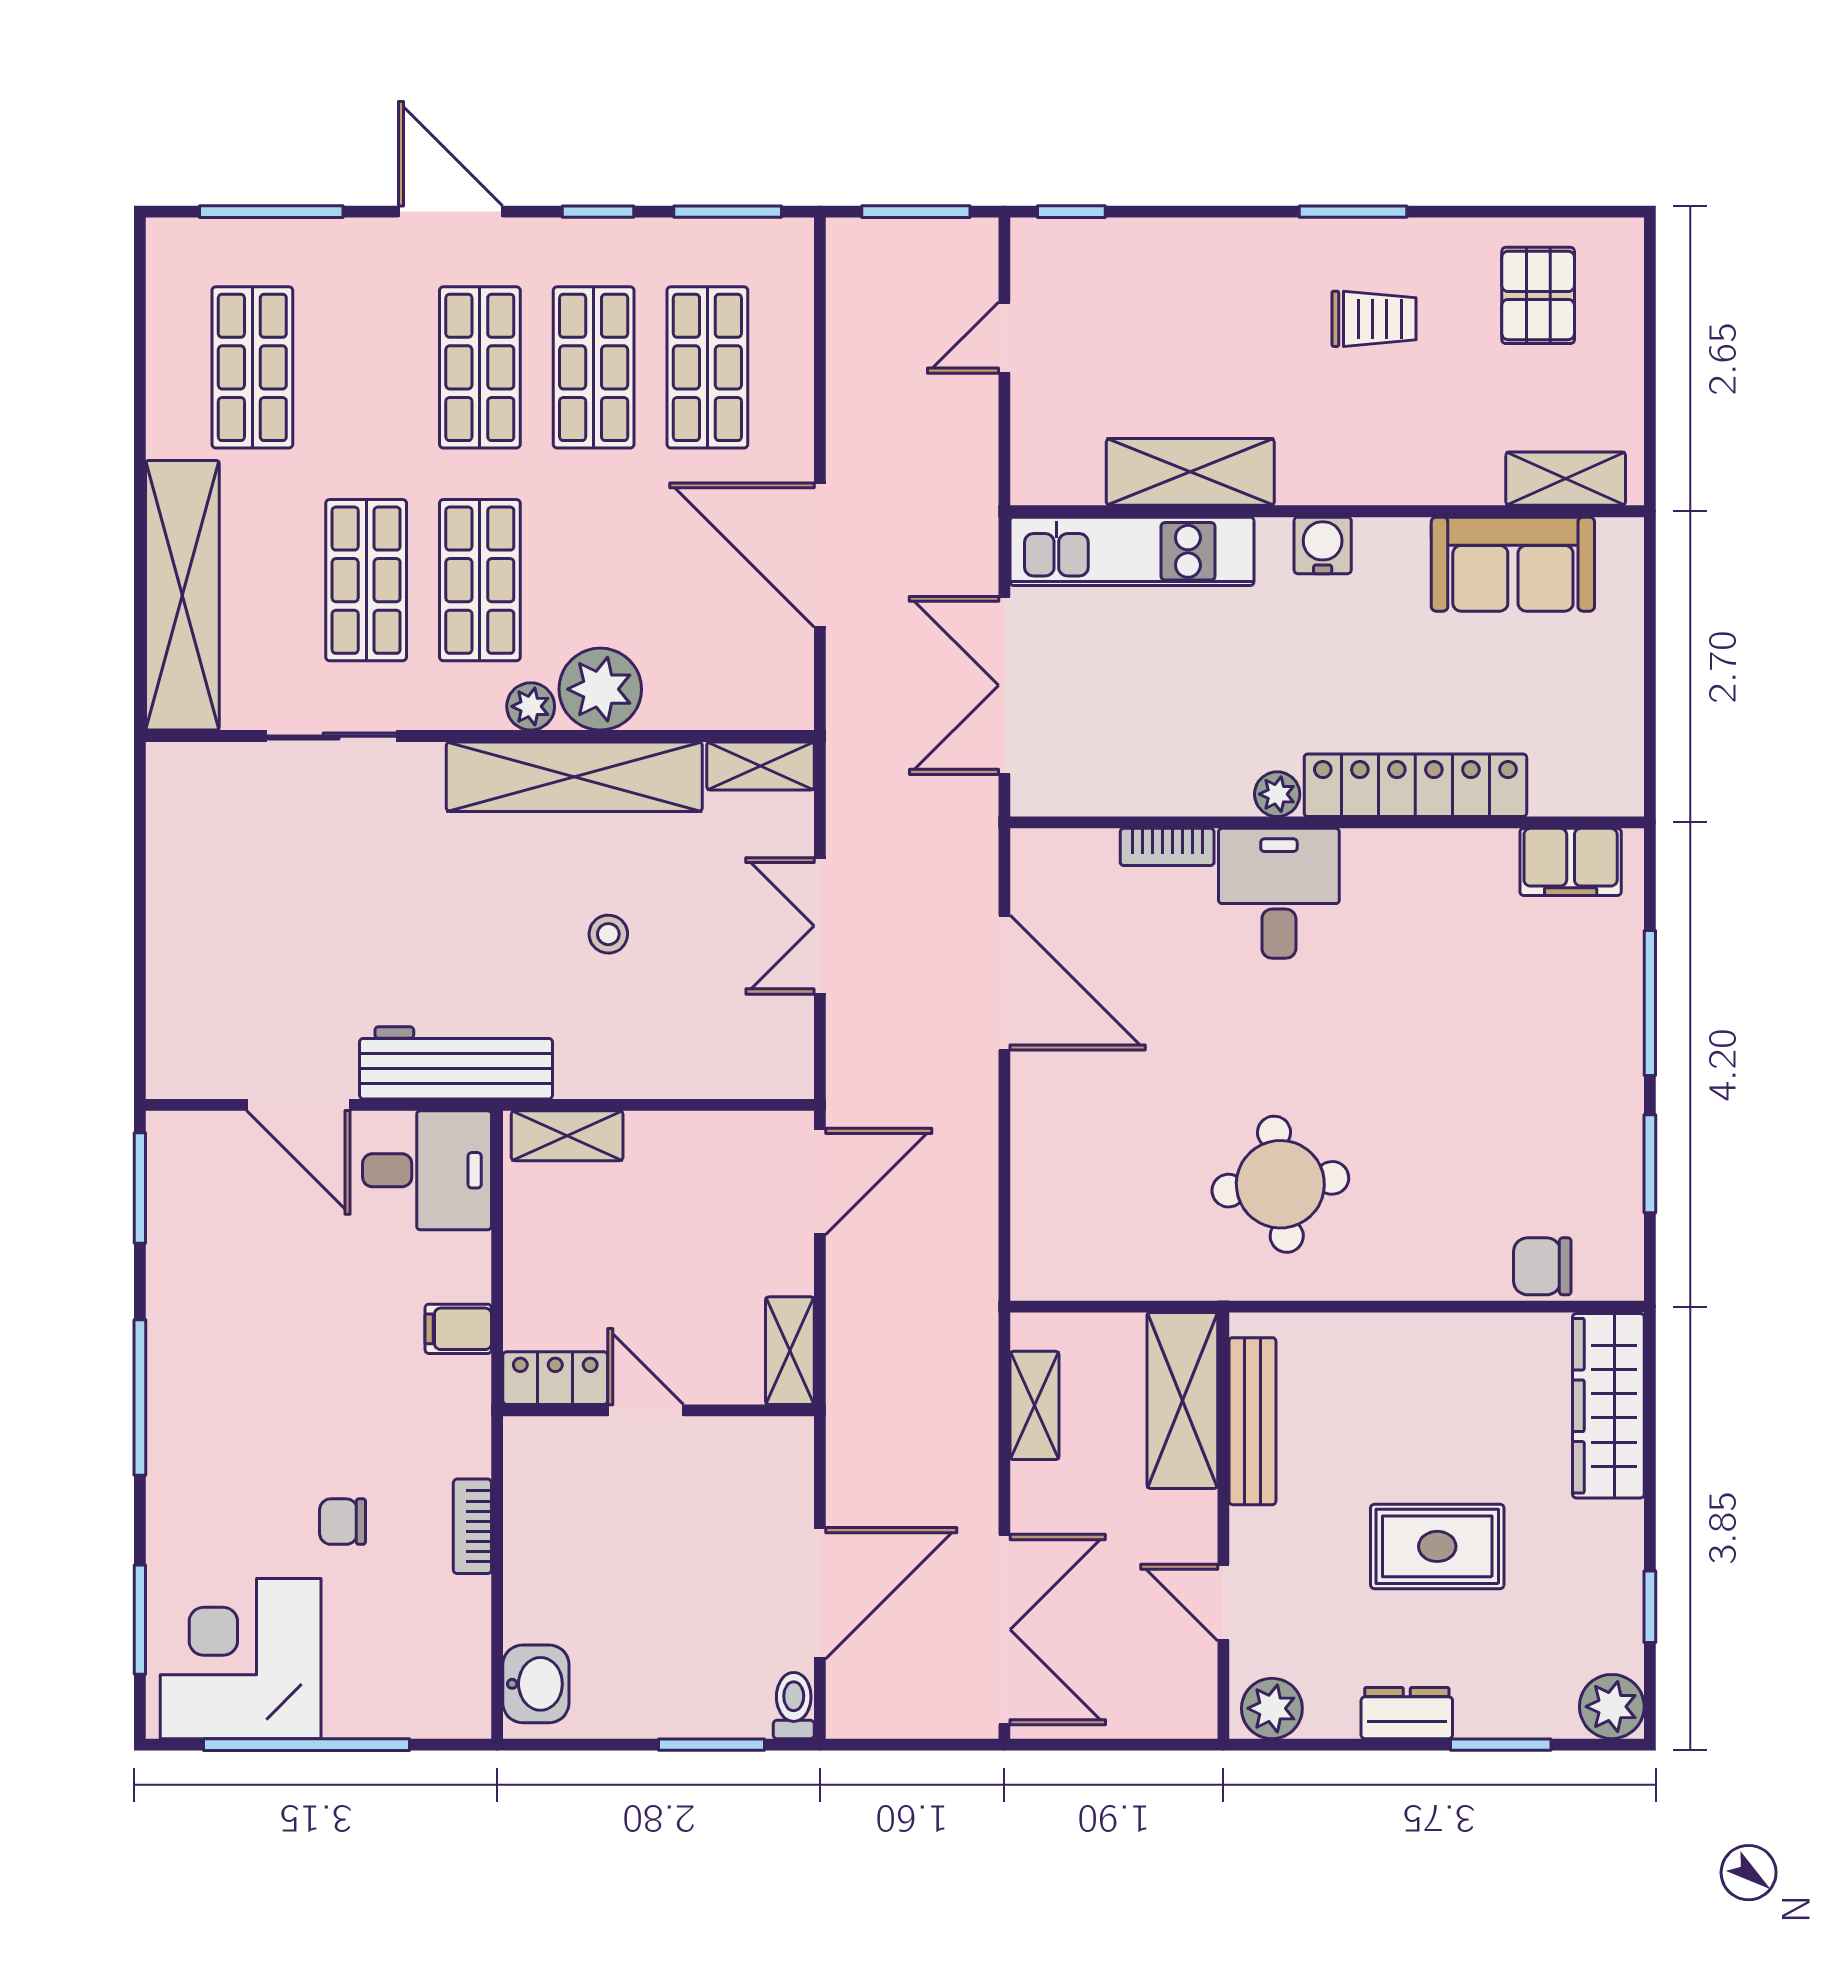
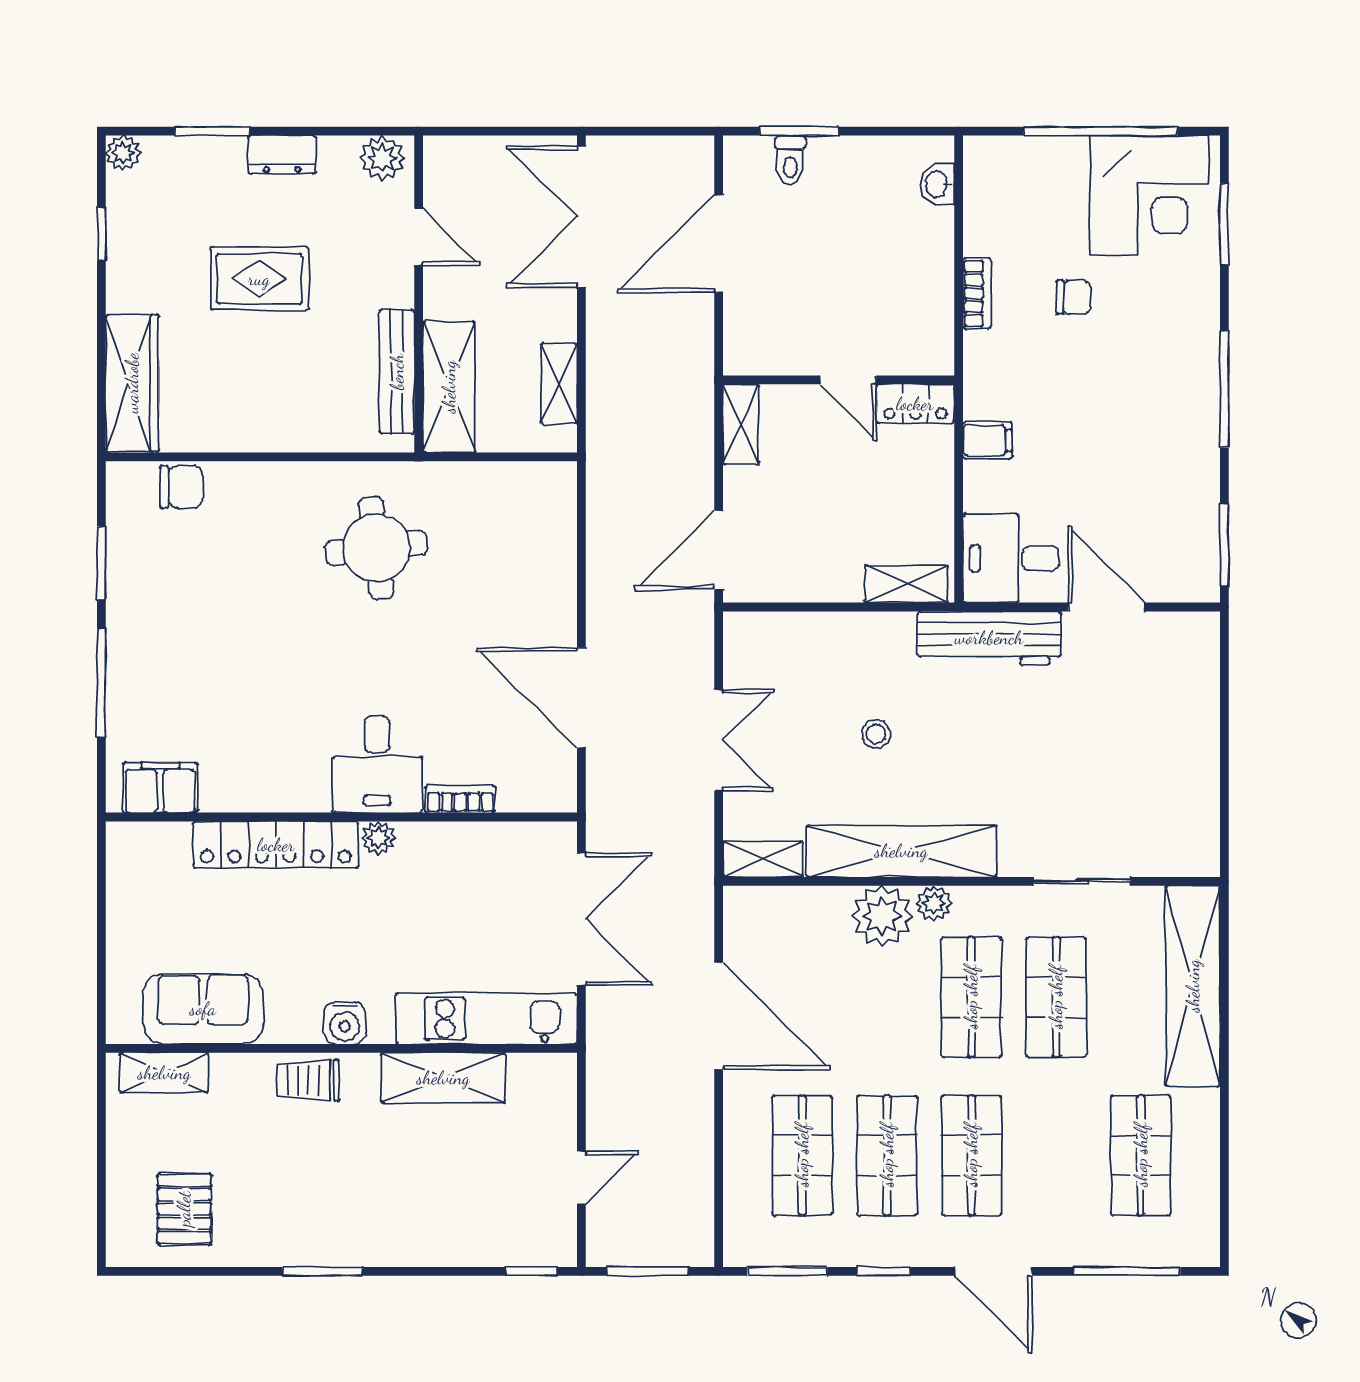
trolley: (1374, 319) -> (308, 1080), moved
washbasin: (536, 1684) -> (937, 184), width x0.72, depth x0.69
toilet: (794, 1706) -> (790, 160), moved
plant: (1612, 1707) -> (123, 153), width x0.73, depth x0.73

